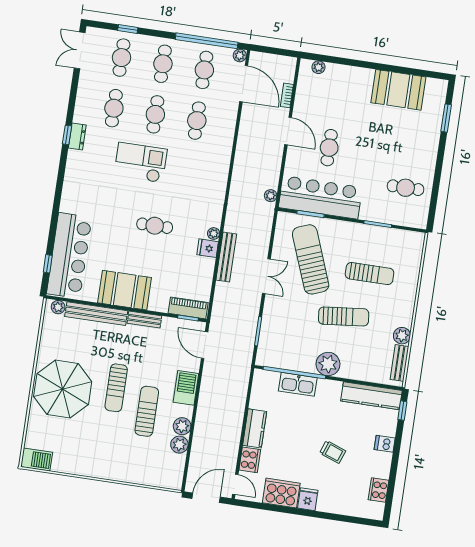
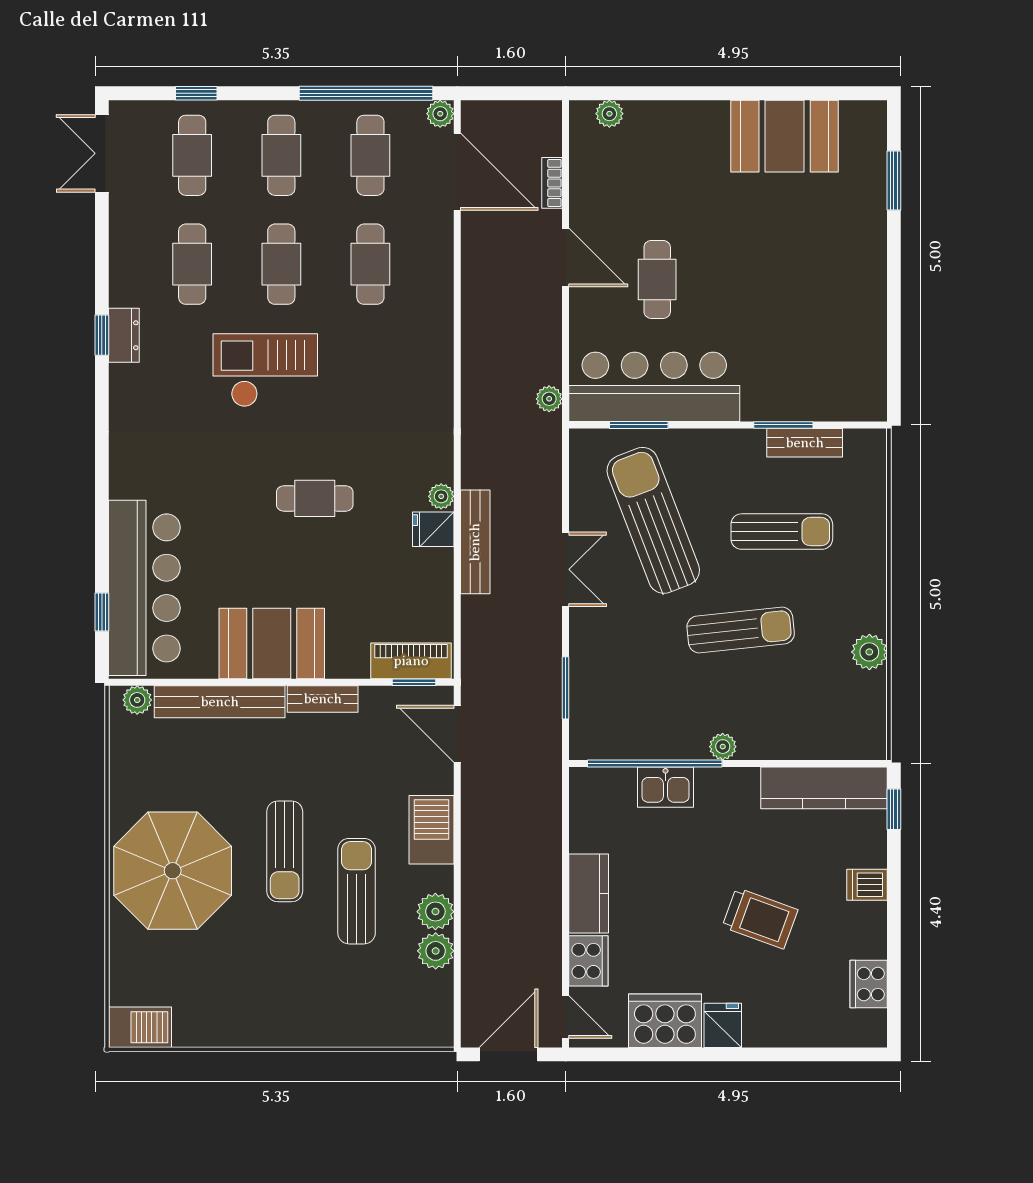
cafe table: (406, 188) -> (830, 340), removed
bench: (399, 363) -> (805, 443), moved, turned 90
plant: (328, 364) -> (723, 747), width x0.53, depth x0.53
kitchen sink: (298, 384) -> (665, 787), width x0.73
trolley: (333, 452) -> (760, 918), width x1.36, depth x1.39

